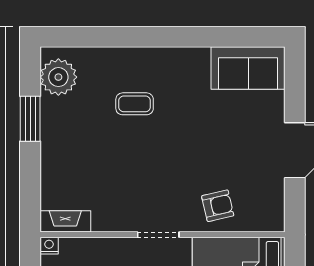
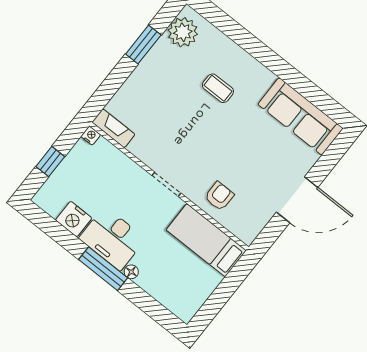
sofa: (248, 68) -> (301, 116), width x1.36
armchair: (218, 206) -> (219, 196), turned -77

